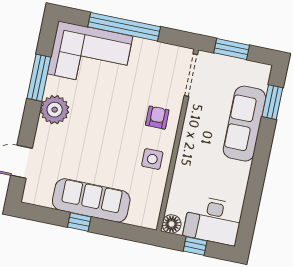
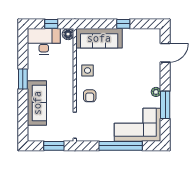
window: (272, 102) -> (23, 79), moved
plant: (55, 110) -> (156, 92), width x0.53, depth x0.53
sofa: (91, 200) -> (99, 38), moved

